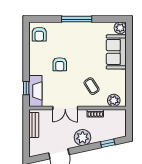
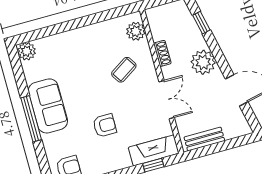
sofa: (116, 52) -> (48, 106), moved, turned -90

